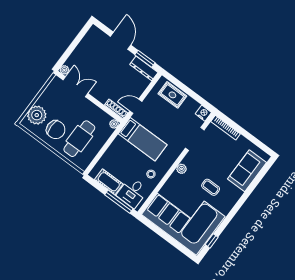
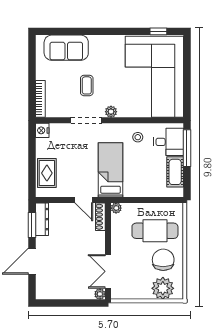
doorway: (195, 139) -> (86, 120), moved
coffee table: (211, 187) -> (87, 85), moved

